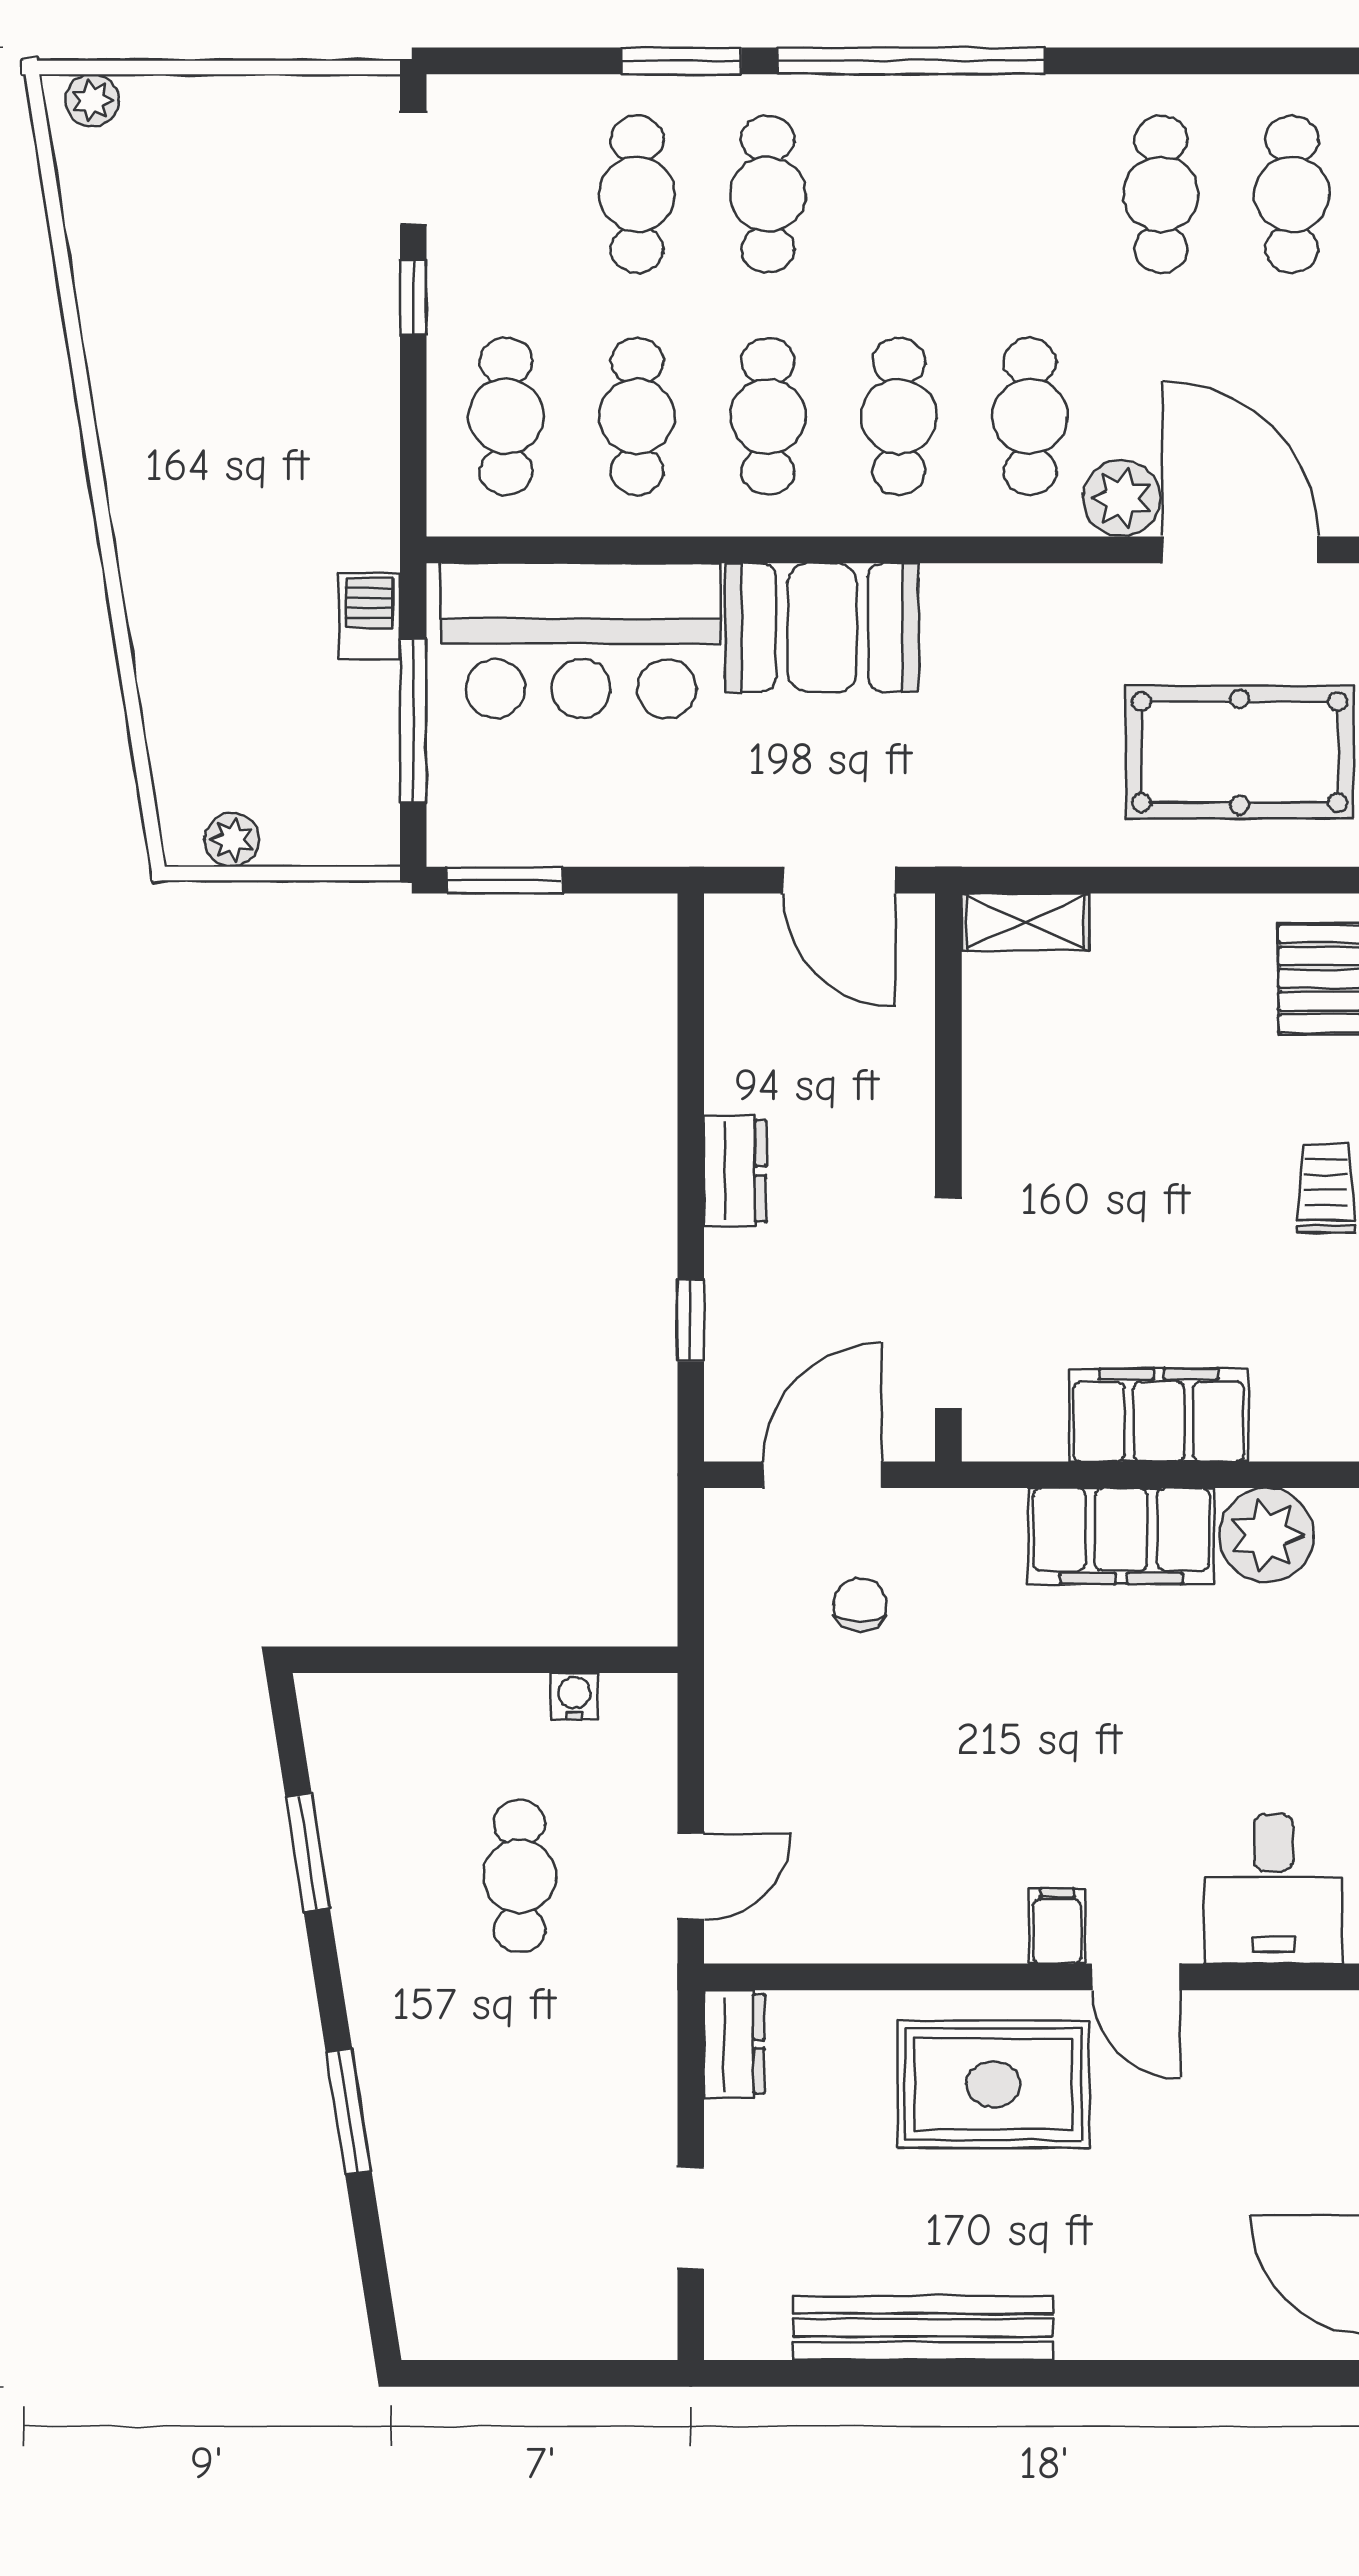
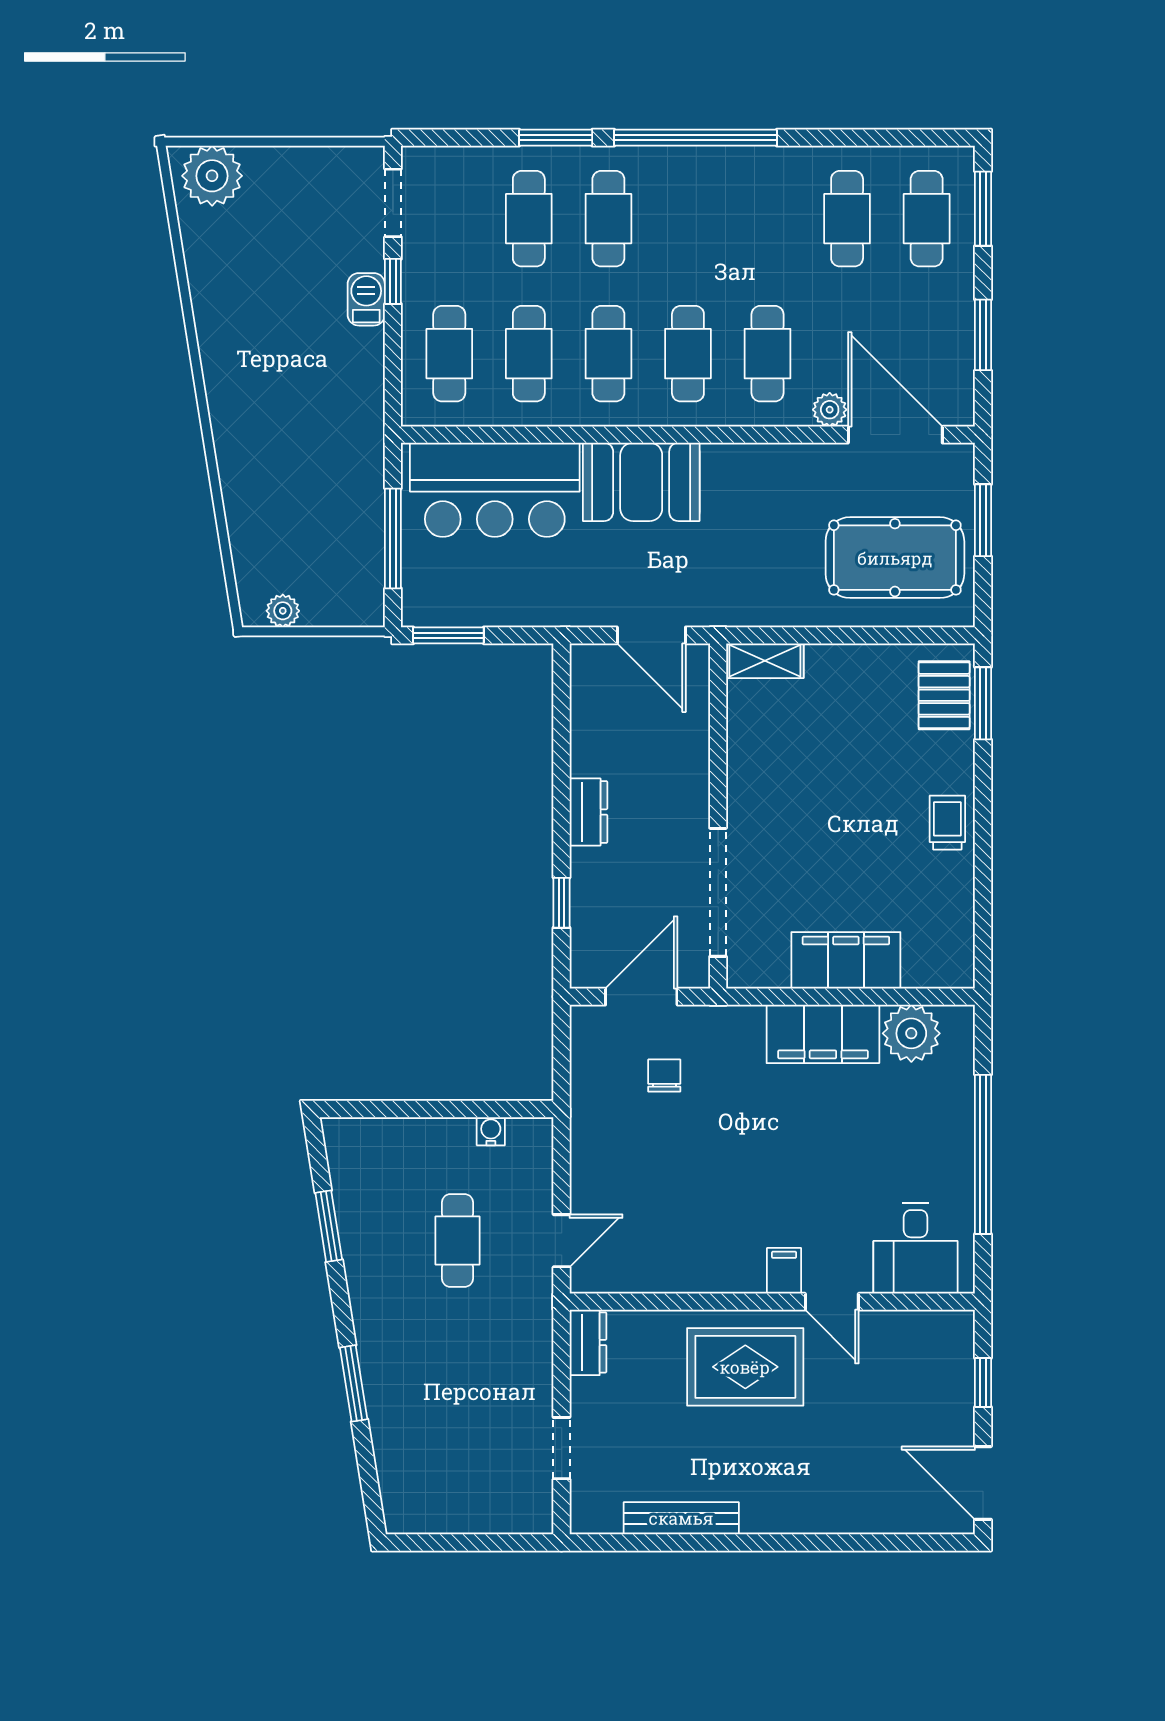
plant: (92, 101) -> (212, 176), width x1.88, depth x1.88
plant: (1122, 498) -> (830, 410), width x0.73, depth x0.73
barbecue: (369, 616) -> (366, 299), moved
bench: (923, 2328) -> (681, 1518), width x0.73, depth x0.82

